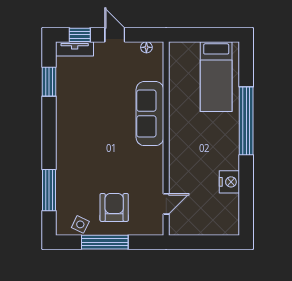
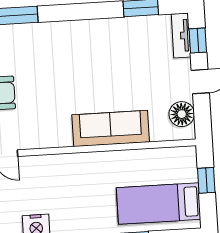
window: (199, 35) -> (206, 180), added
floor lamp: (146, 47) -> (182, 114), width x1.89, depth x1.89

